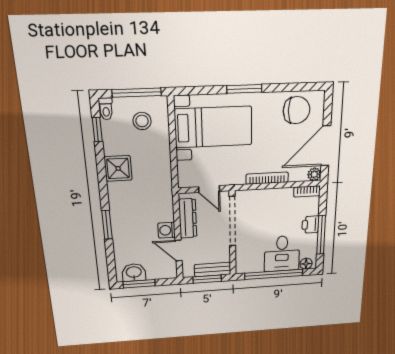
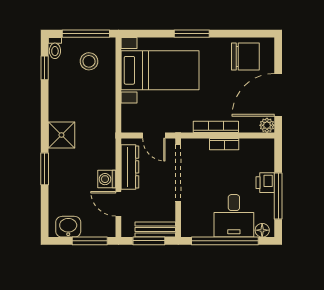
shower: (118, 168) -> (61, 135), moved
bookcase: (307, 191) -> (224, 144), moved
window: (139, 284) -> (90, 241), moved

